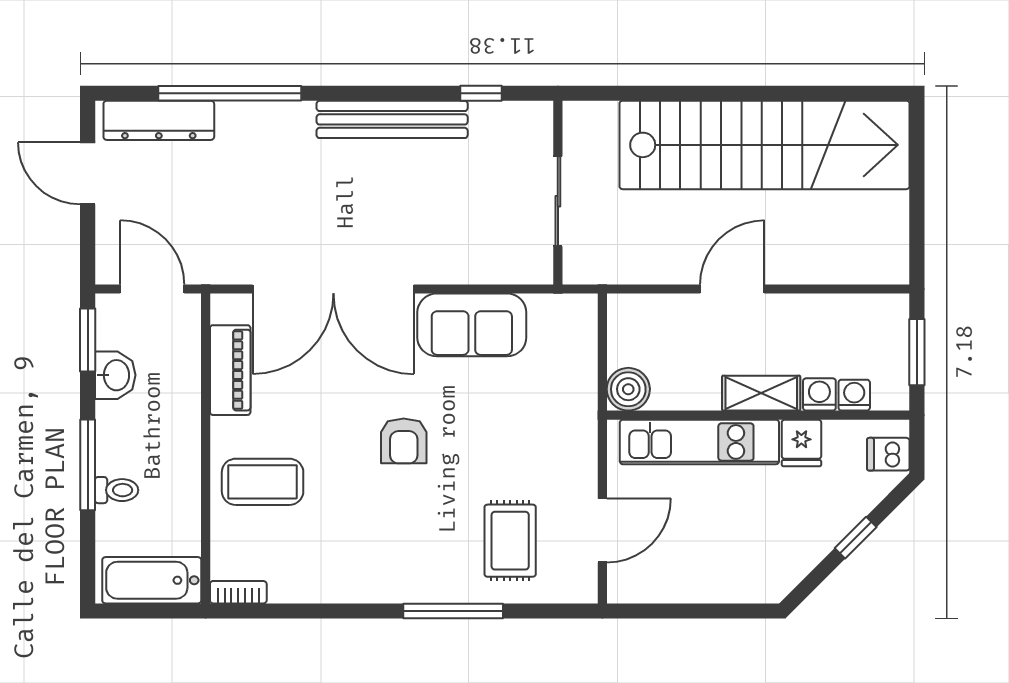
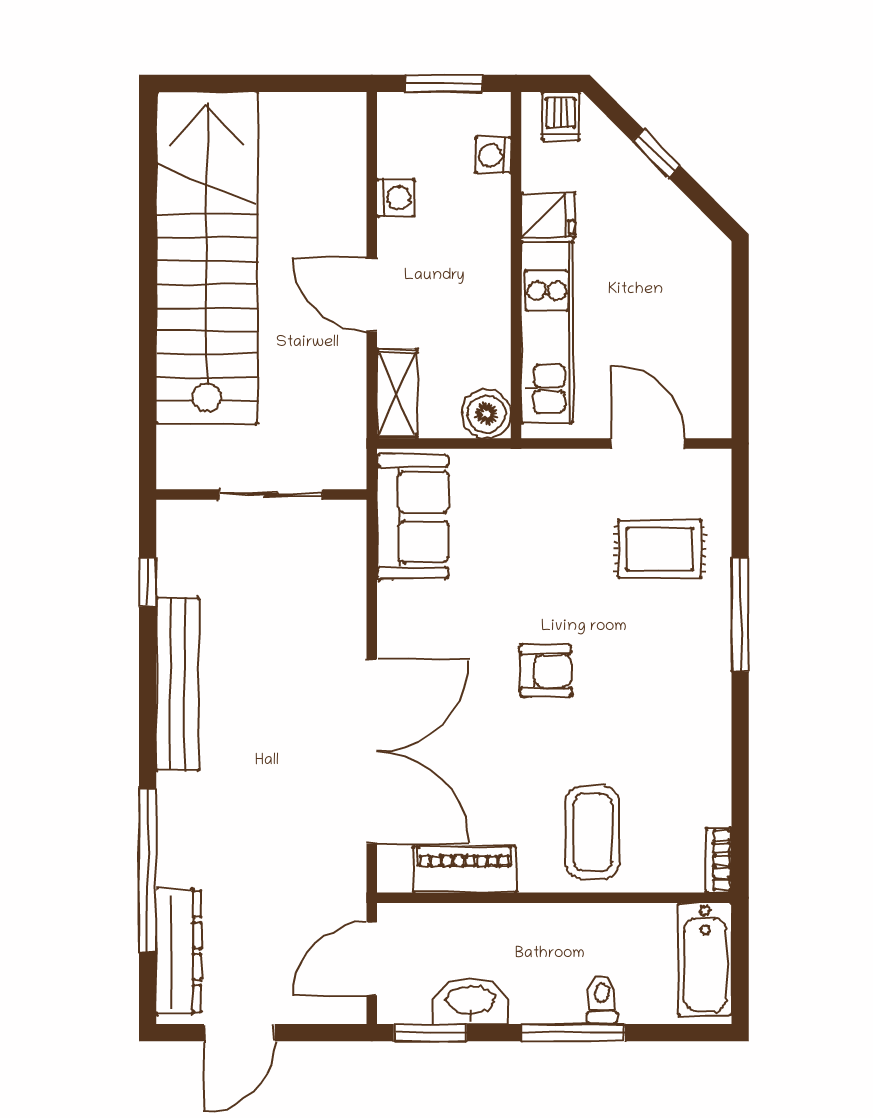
sofa: (472, 325) -> (413, 517), moved
washbasin: (115, 375) -> (470, 1001), width x1.38
shelving: (761, 393) -> (397, 394), moved
washing machine: (819, 394) -> (395, 198), moved, turned 180

